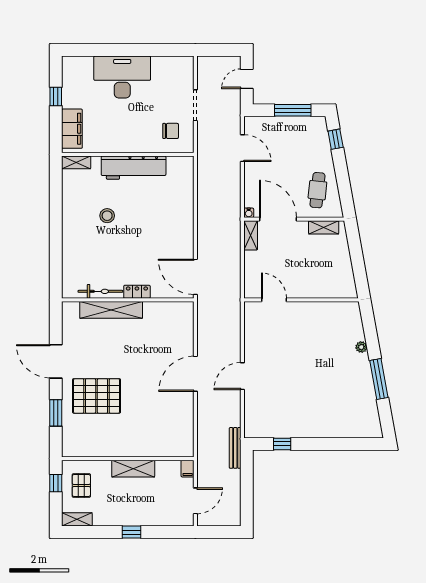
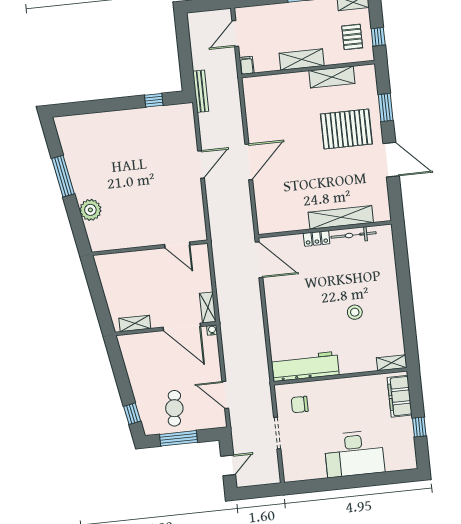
workbench: (134, 168) -> (305, 366), moved
cafe table: (317, 190) -> (174, 408), moved
plant: (361, 347) -> (90, 210), width x1.88, depth x1.88
shelving: (105, 448) -> (332, 77), added

